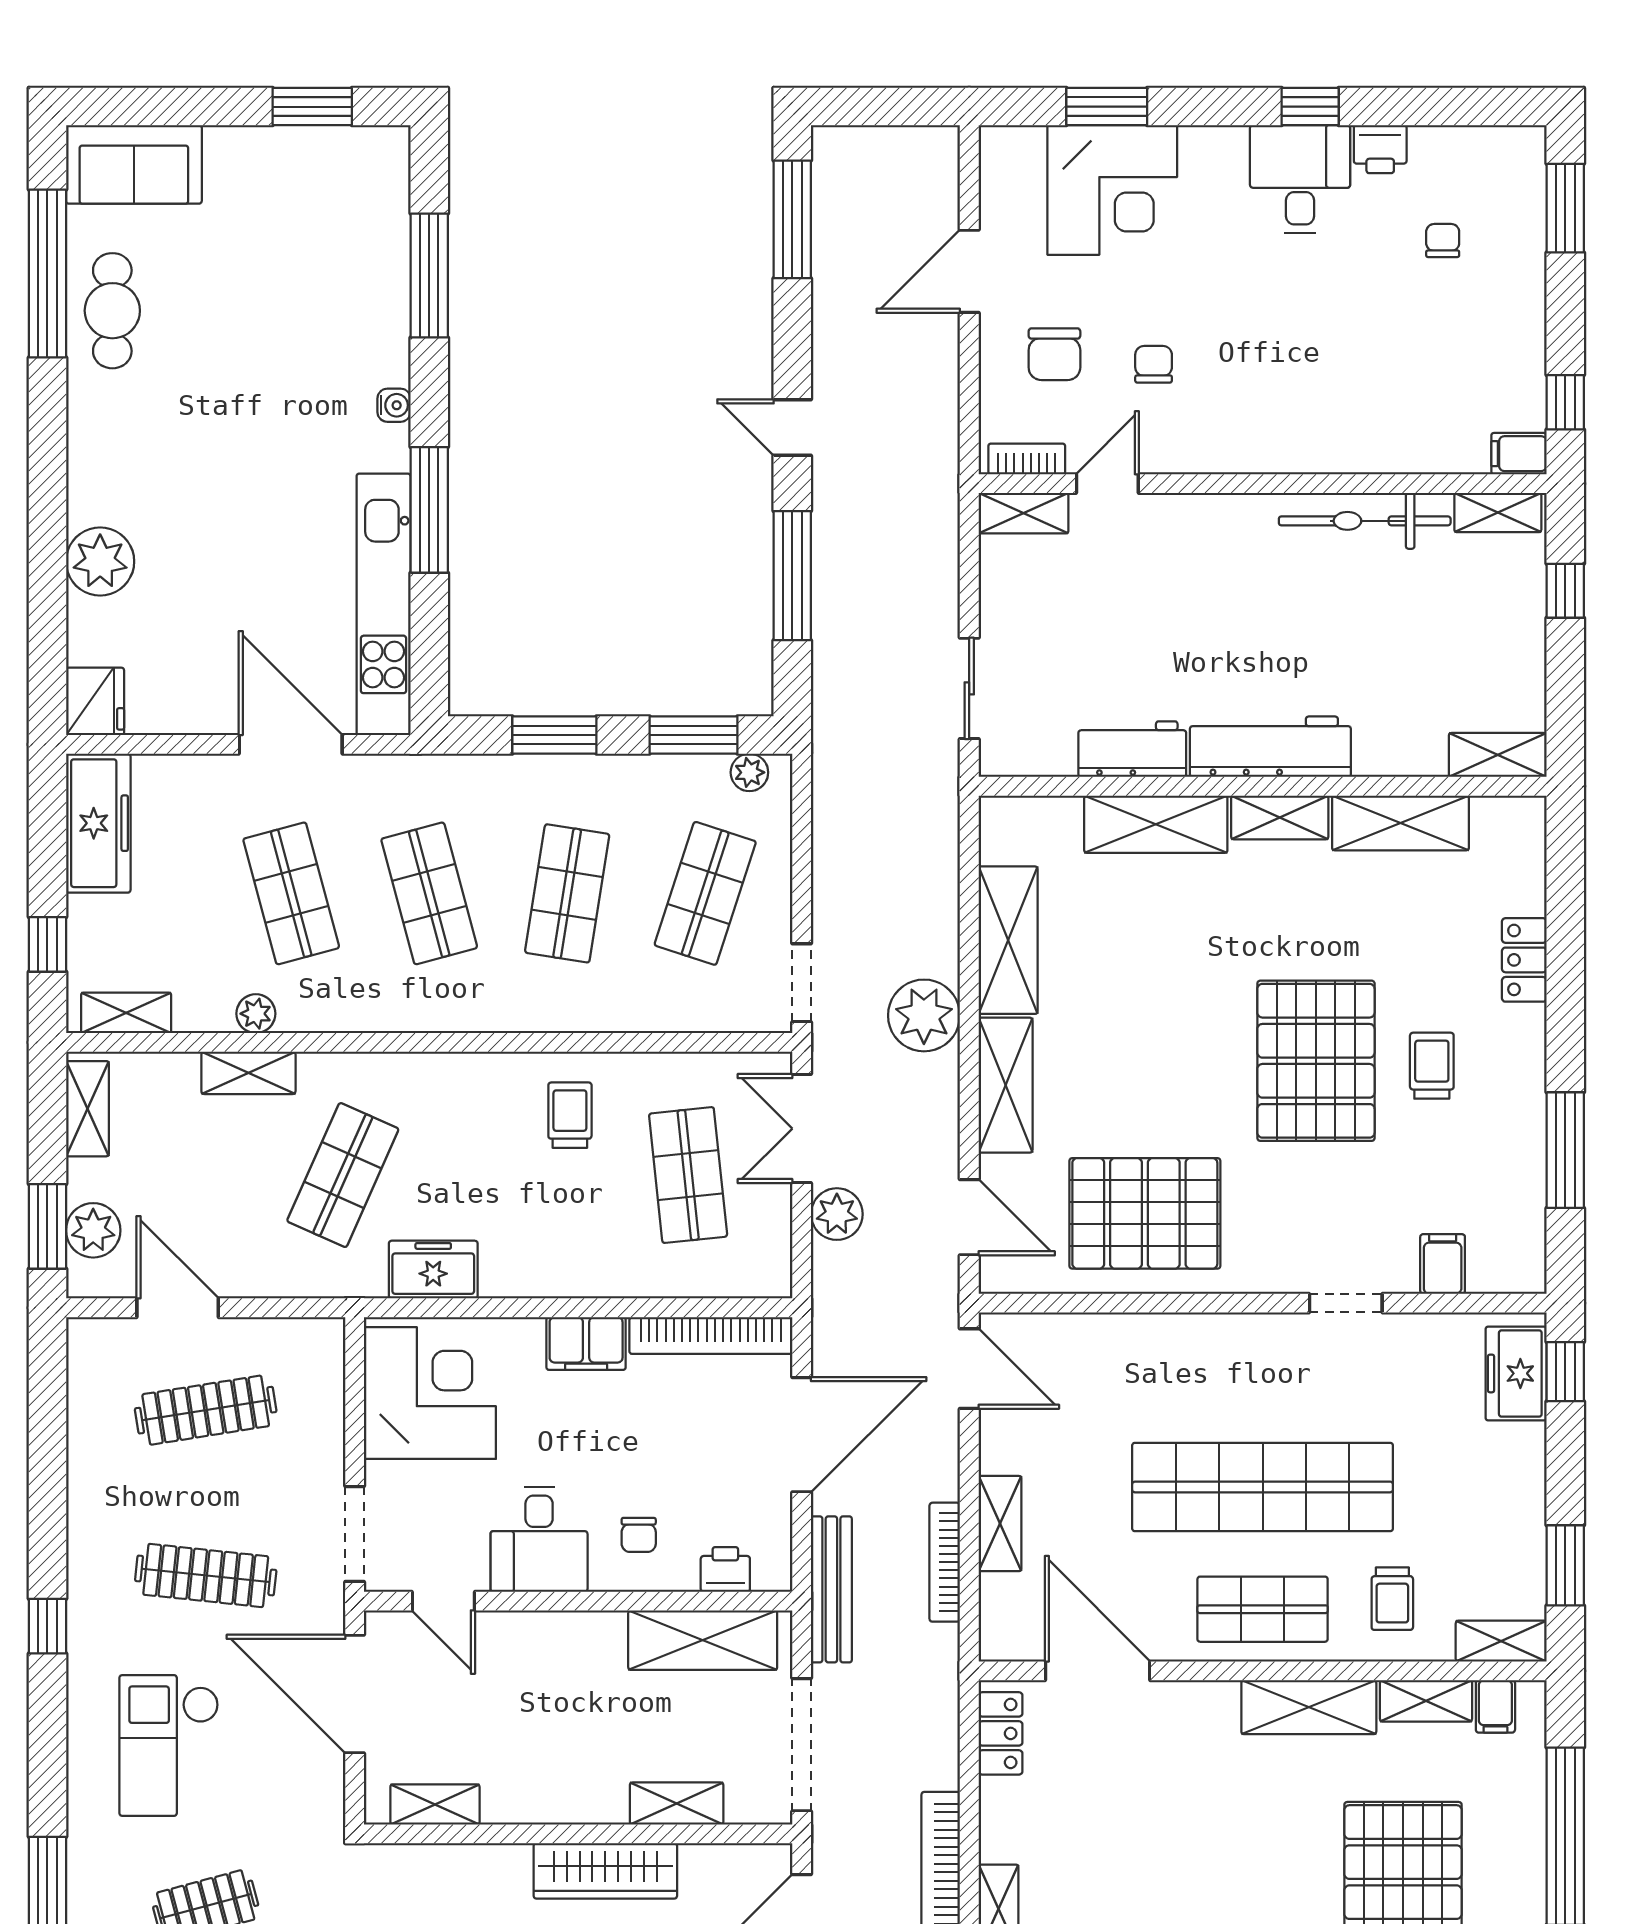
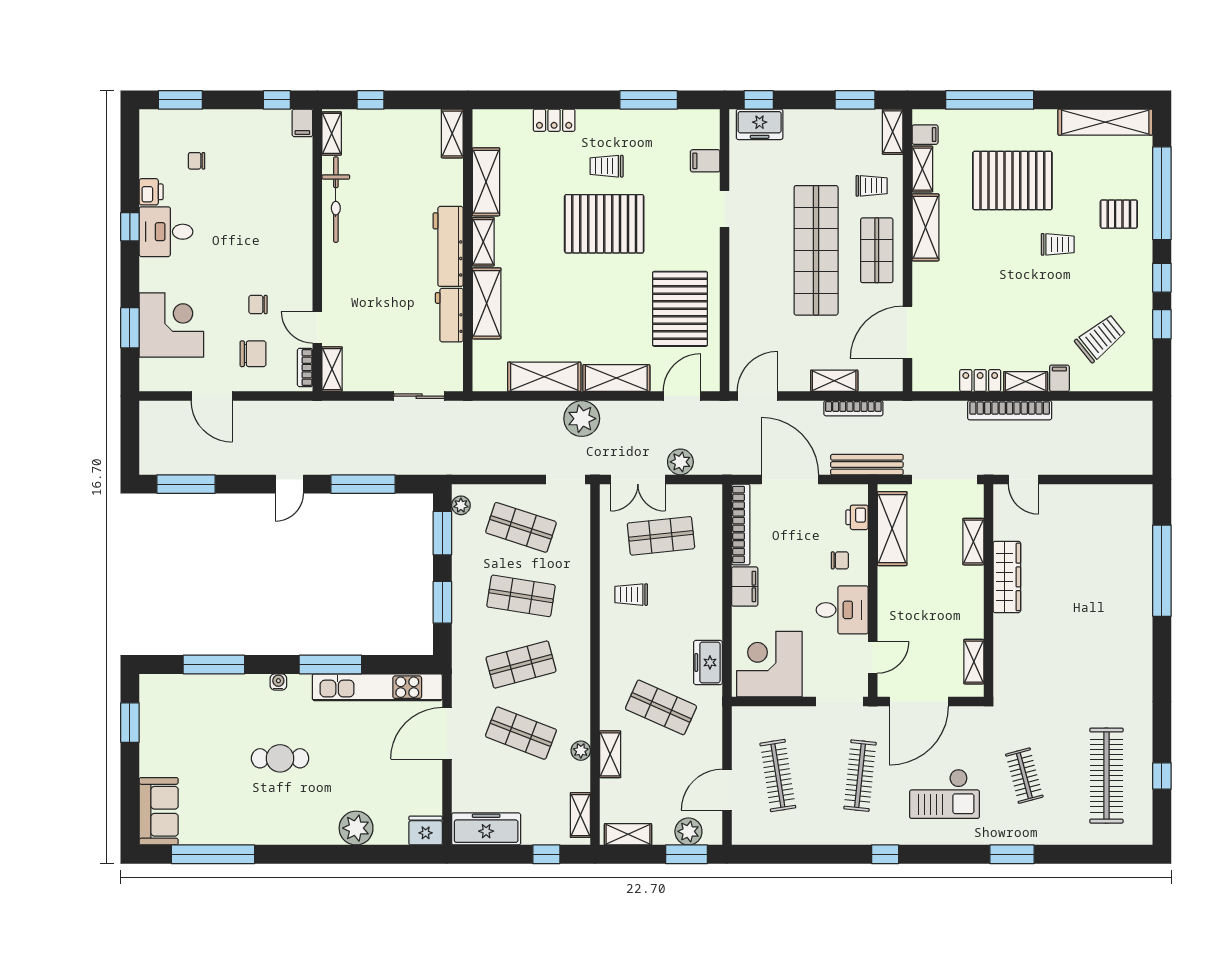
cafe table: (112, 311) -> (280, 758), moved
shop shelf: (291, 893) -> (521, 733), turned 36
locker: (1001, 1733) -> (980, 381), moved

